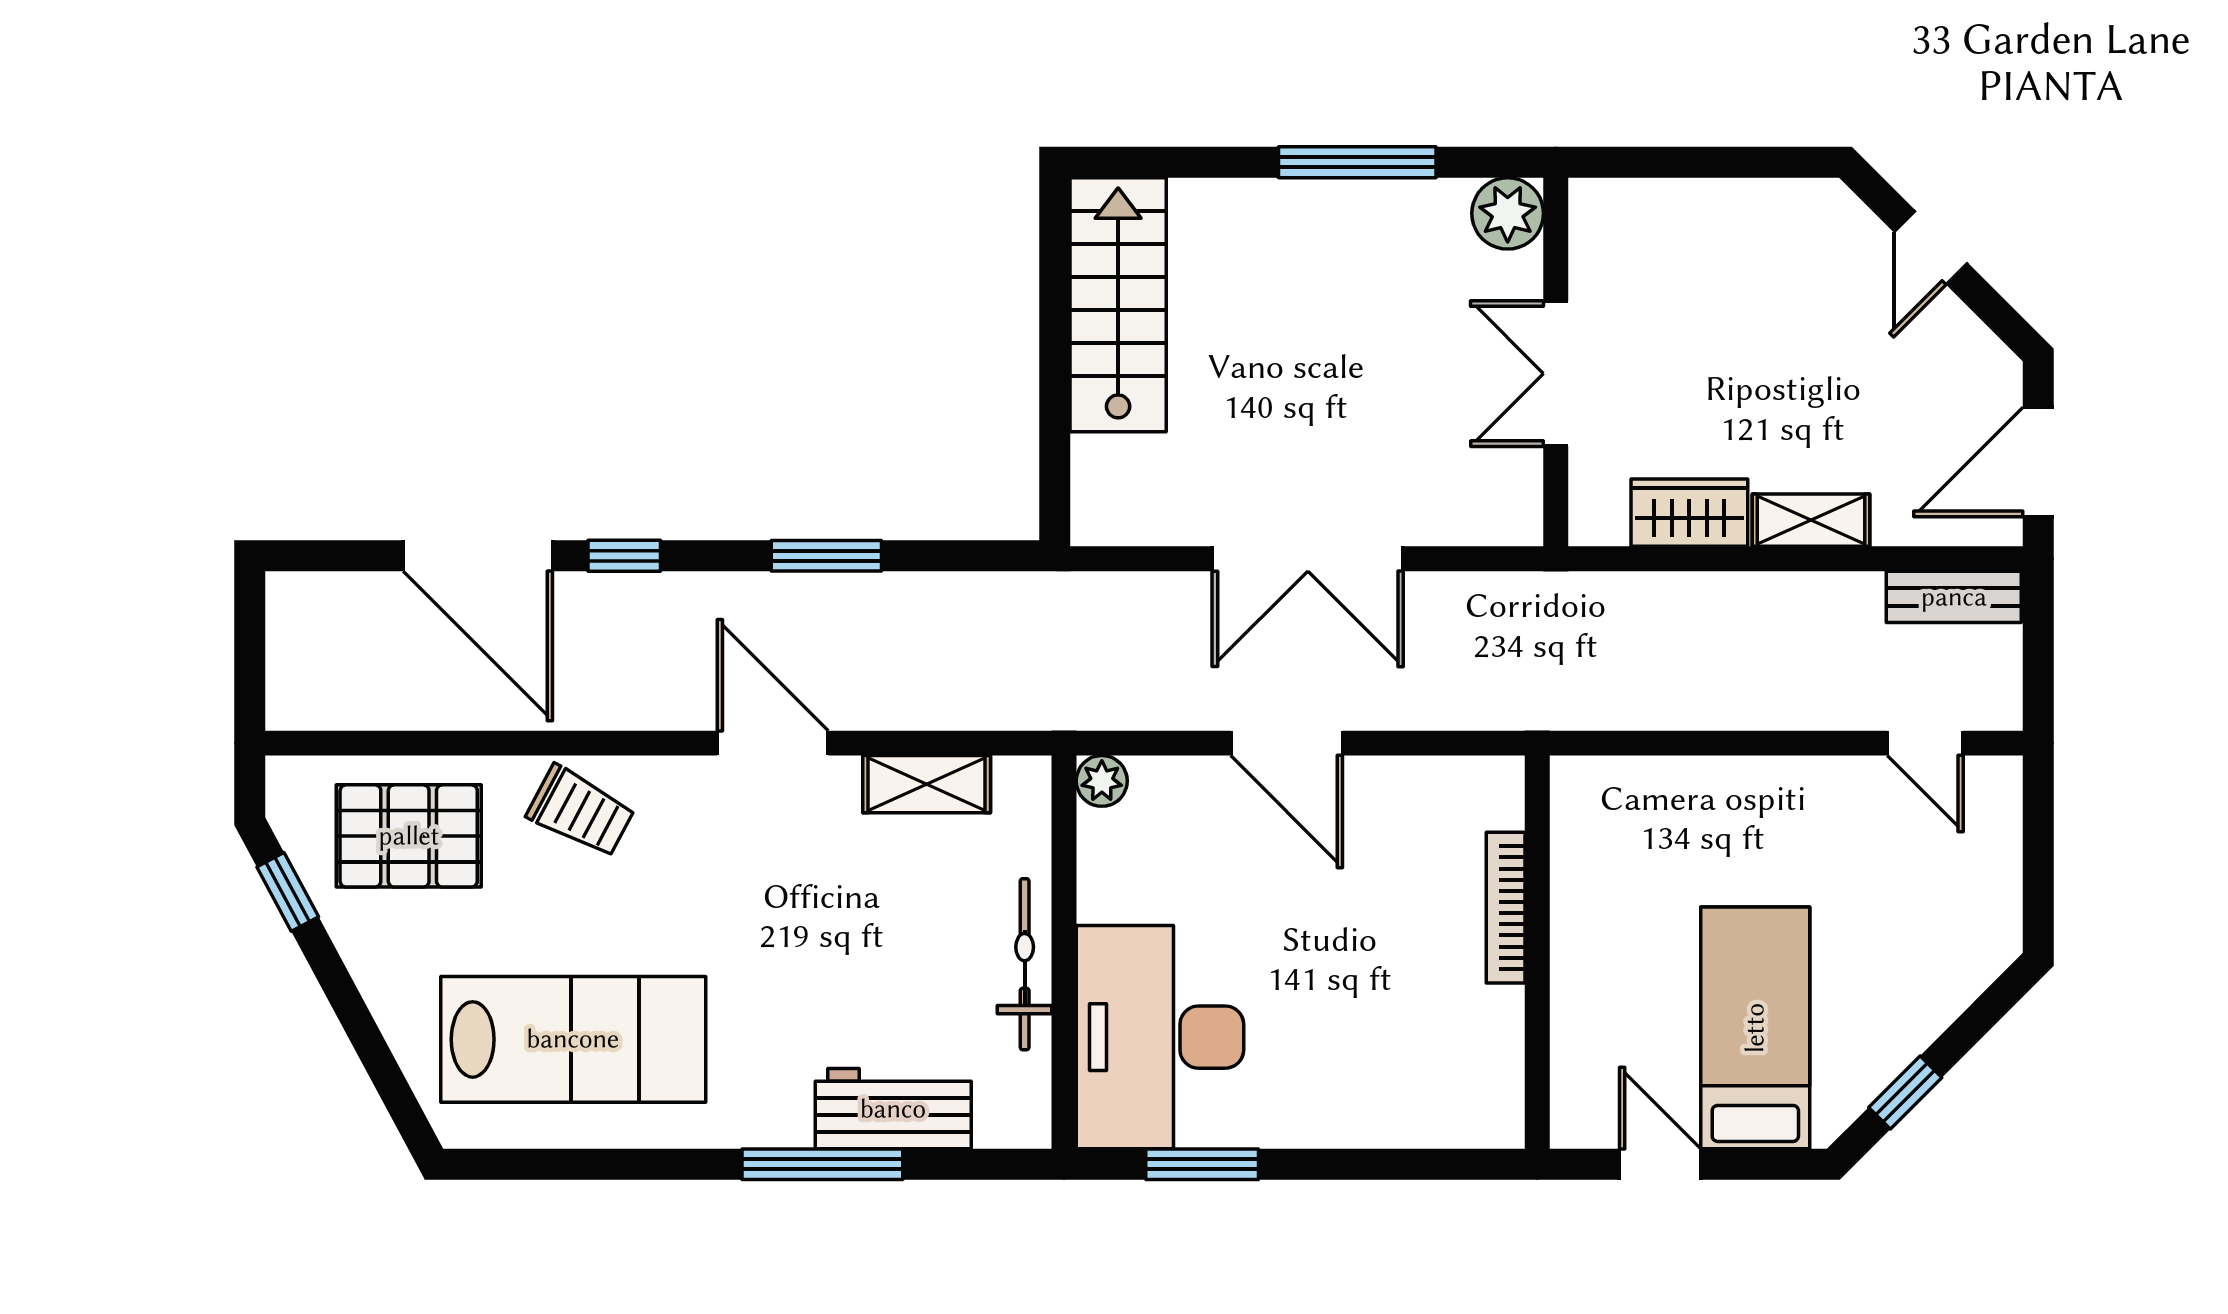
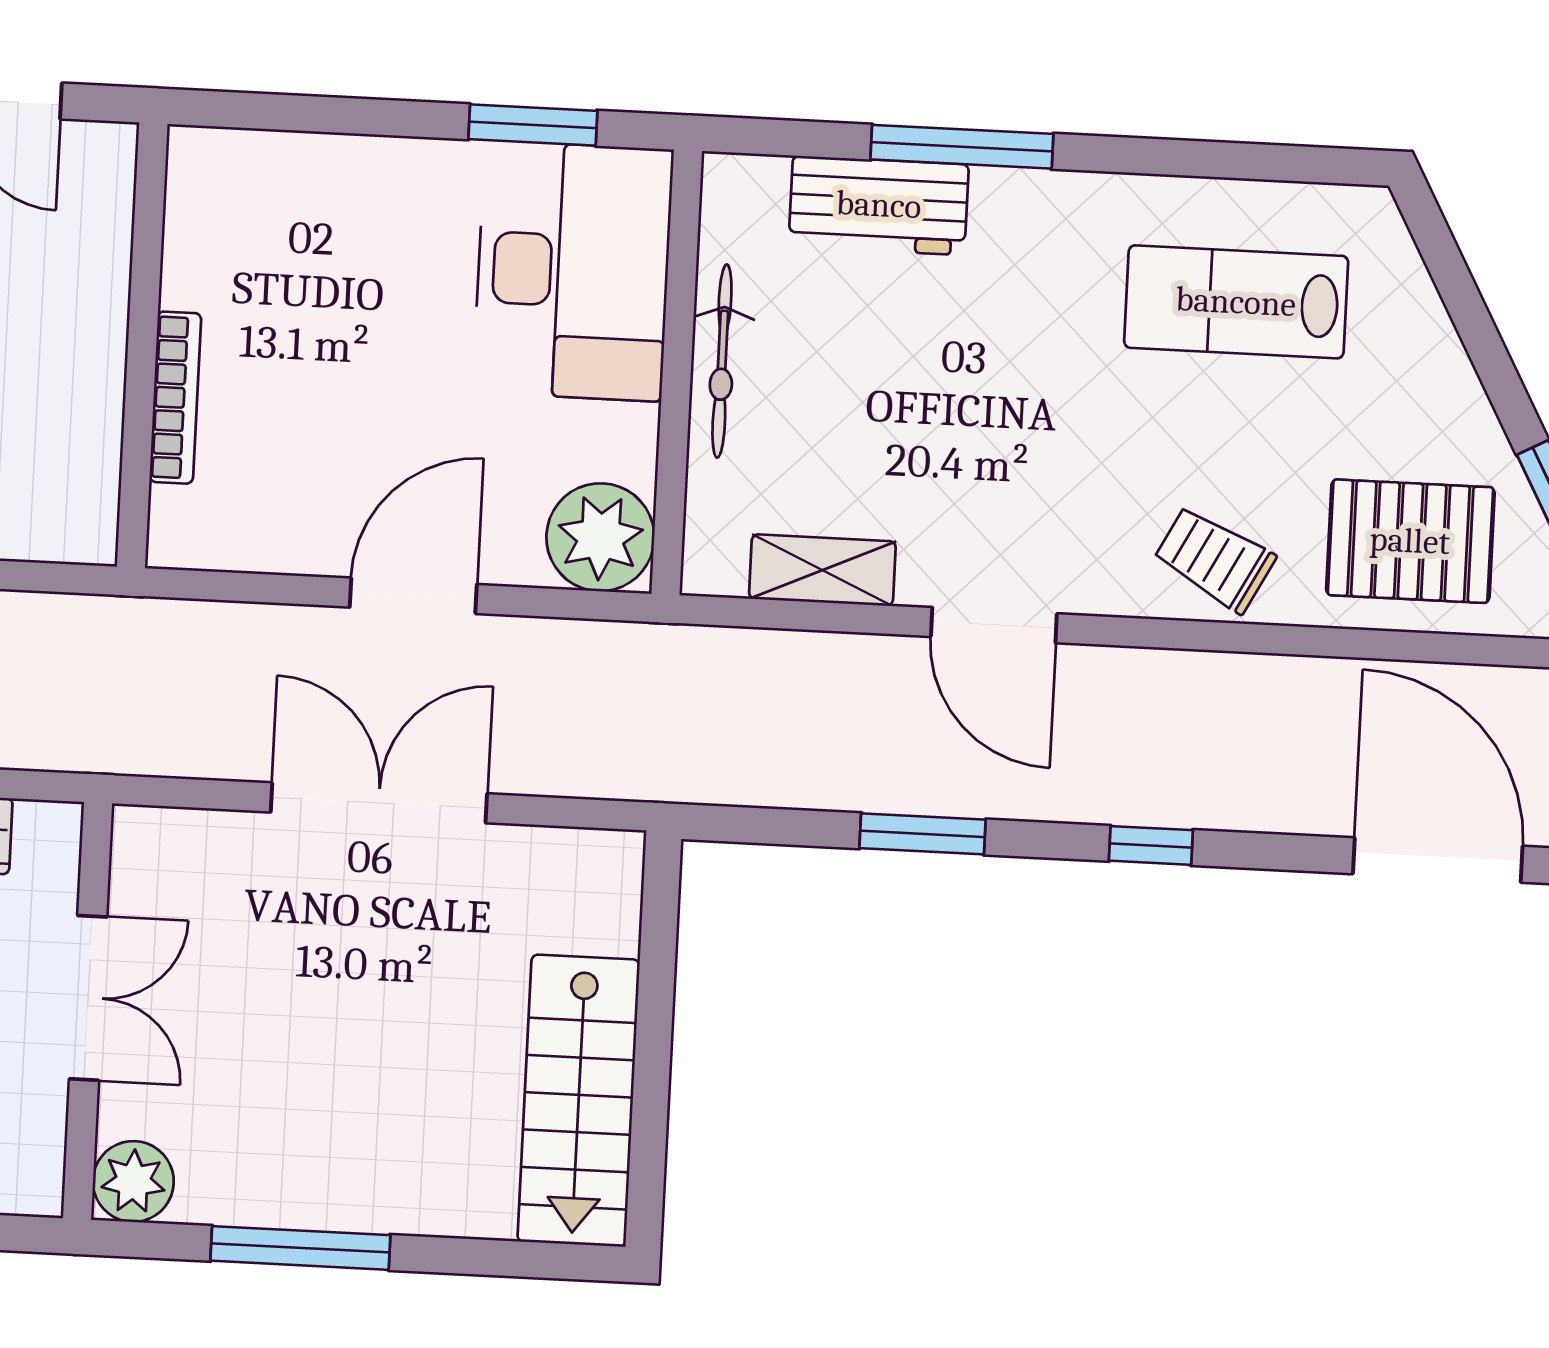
door: (478, 556) -> (1438, 860), moved
door: (1287, 743) -> (413, 596), hinge flipped
plant: (1102, 781) -> (600, 537), width x1.88, depth x1.88
lab bench: (573, 1039) -> (1236, 302), width x0.73, depth x0.72

